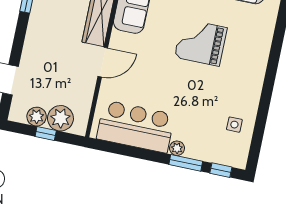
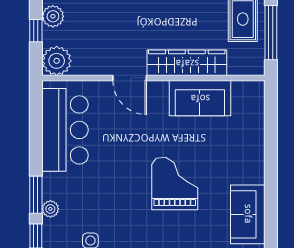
plant: (60, 118) -> (57, 61), moved
plant: (177, 148) -> (50, 209), moved

